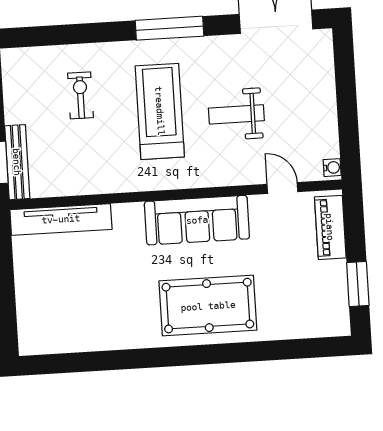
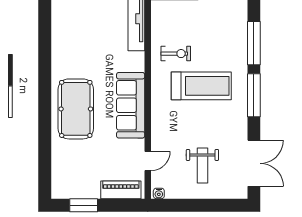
window: (88, 33) -> (254, 43), added
exercise bike: (80, 95) -> (176, 54), moved
weight bench: (236, 114) -> (202, 166), moved, turned 180

